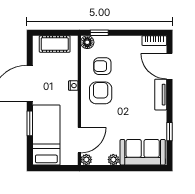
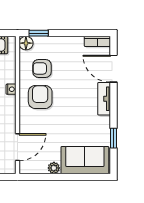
plant: (86, 160) -> (25, 168), removed

